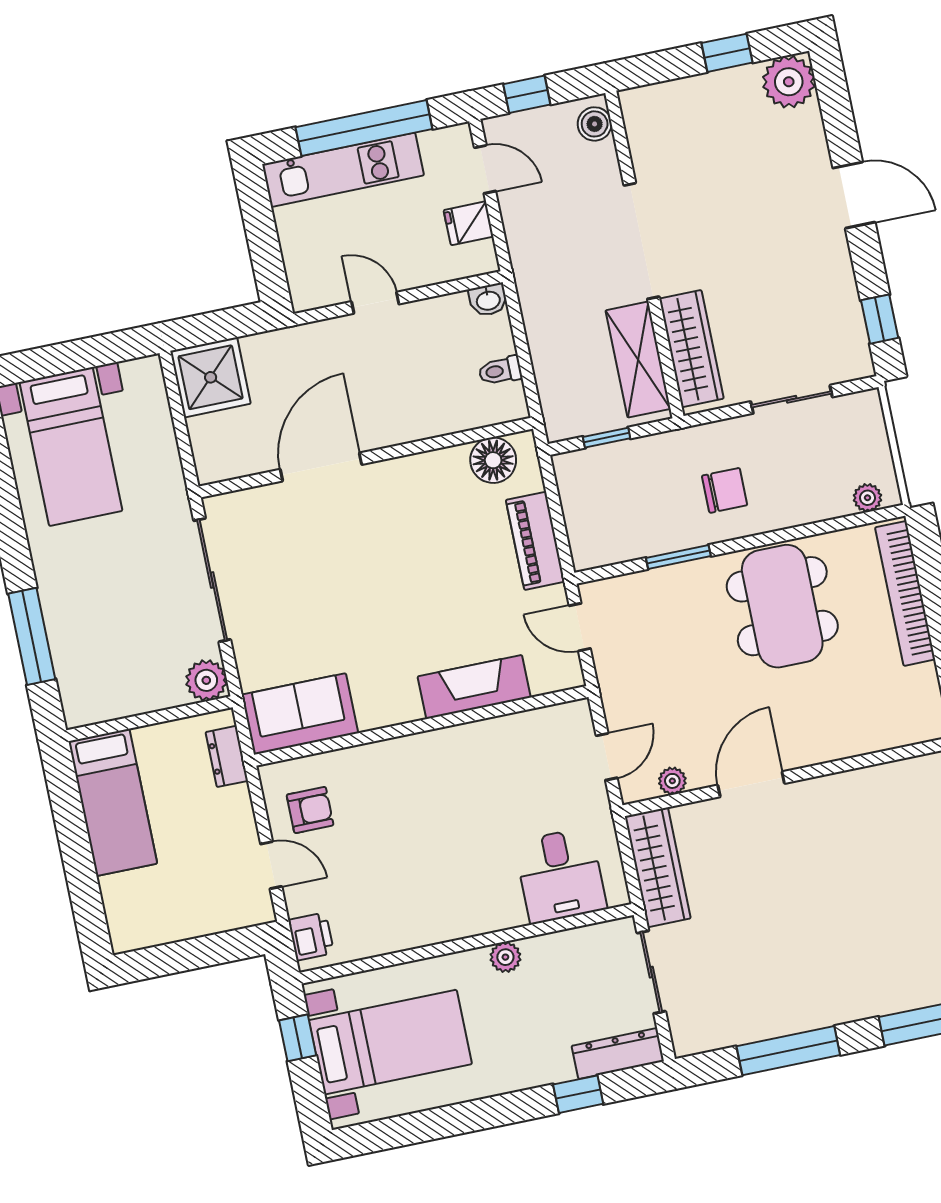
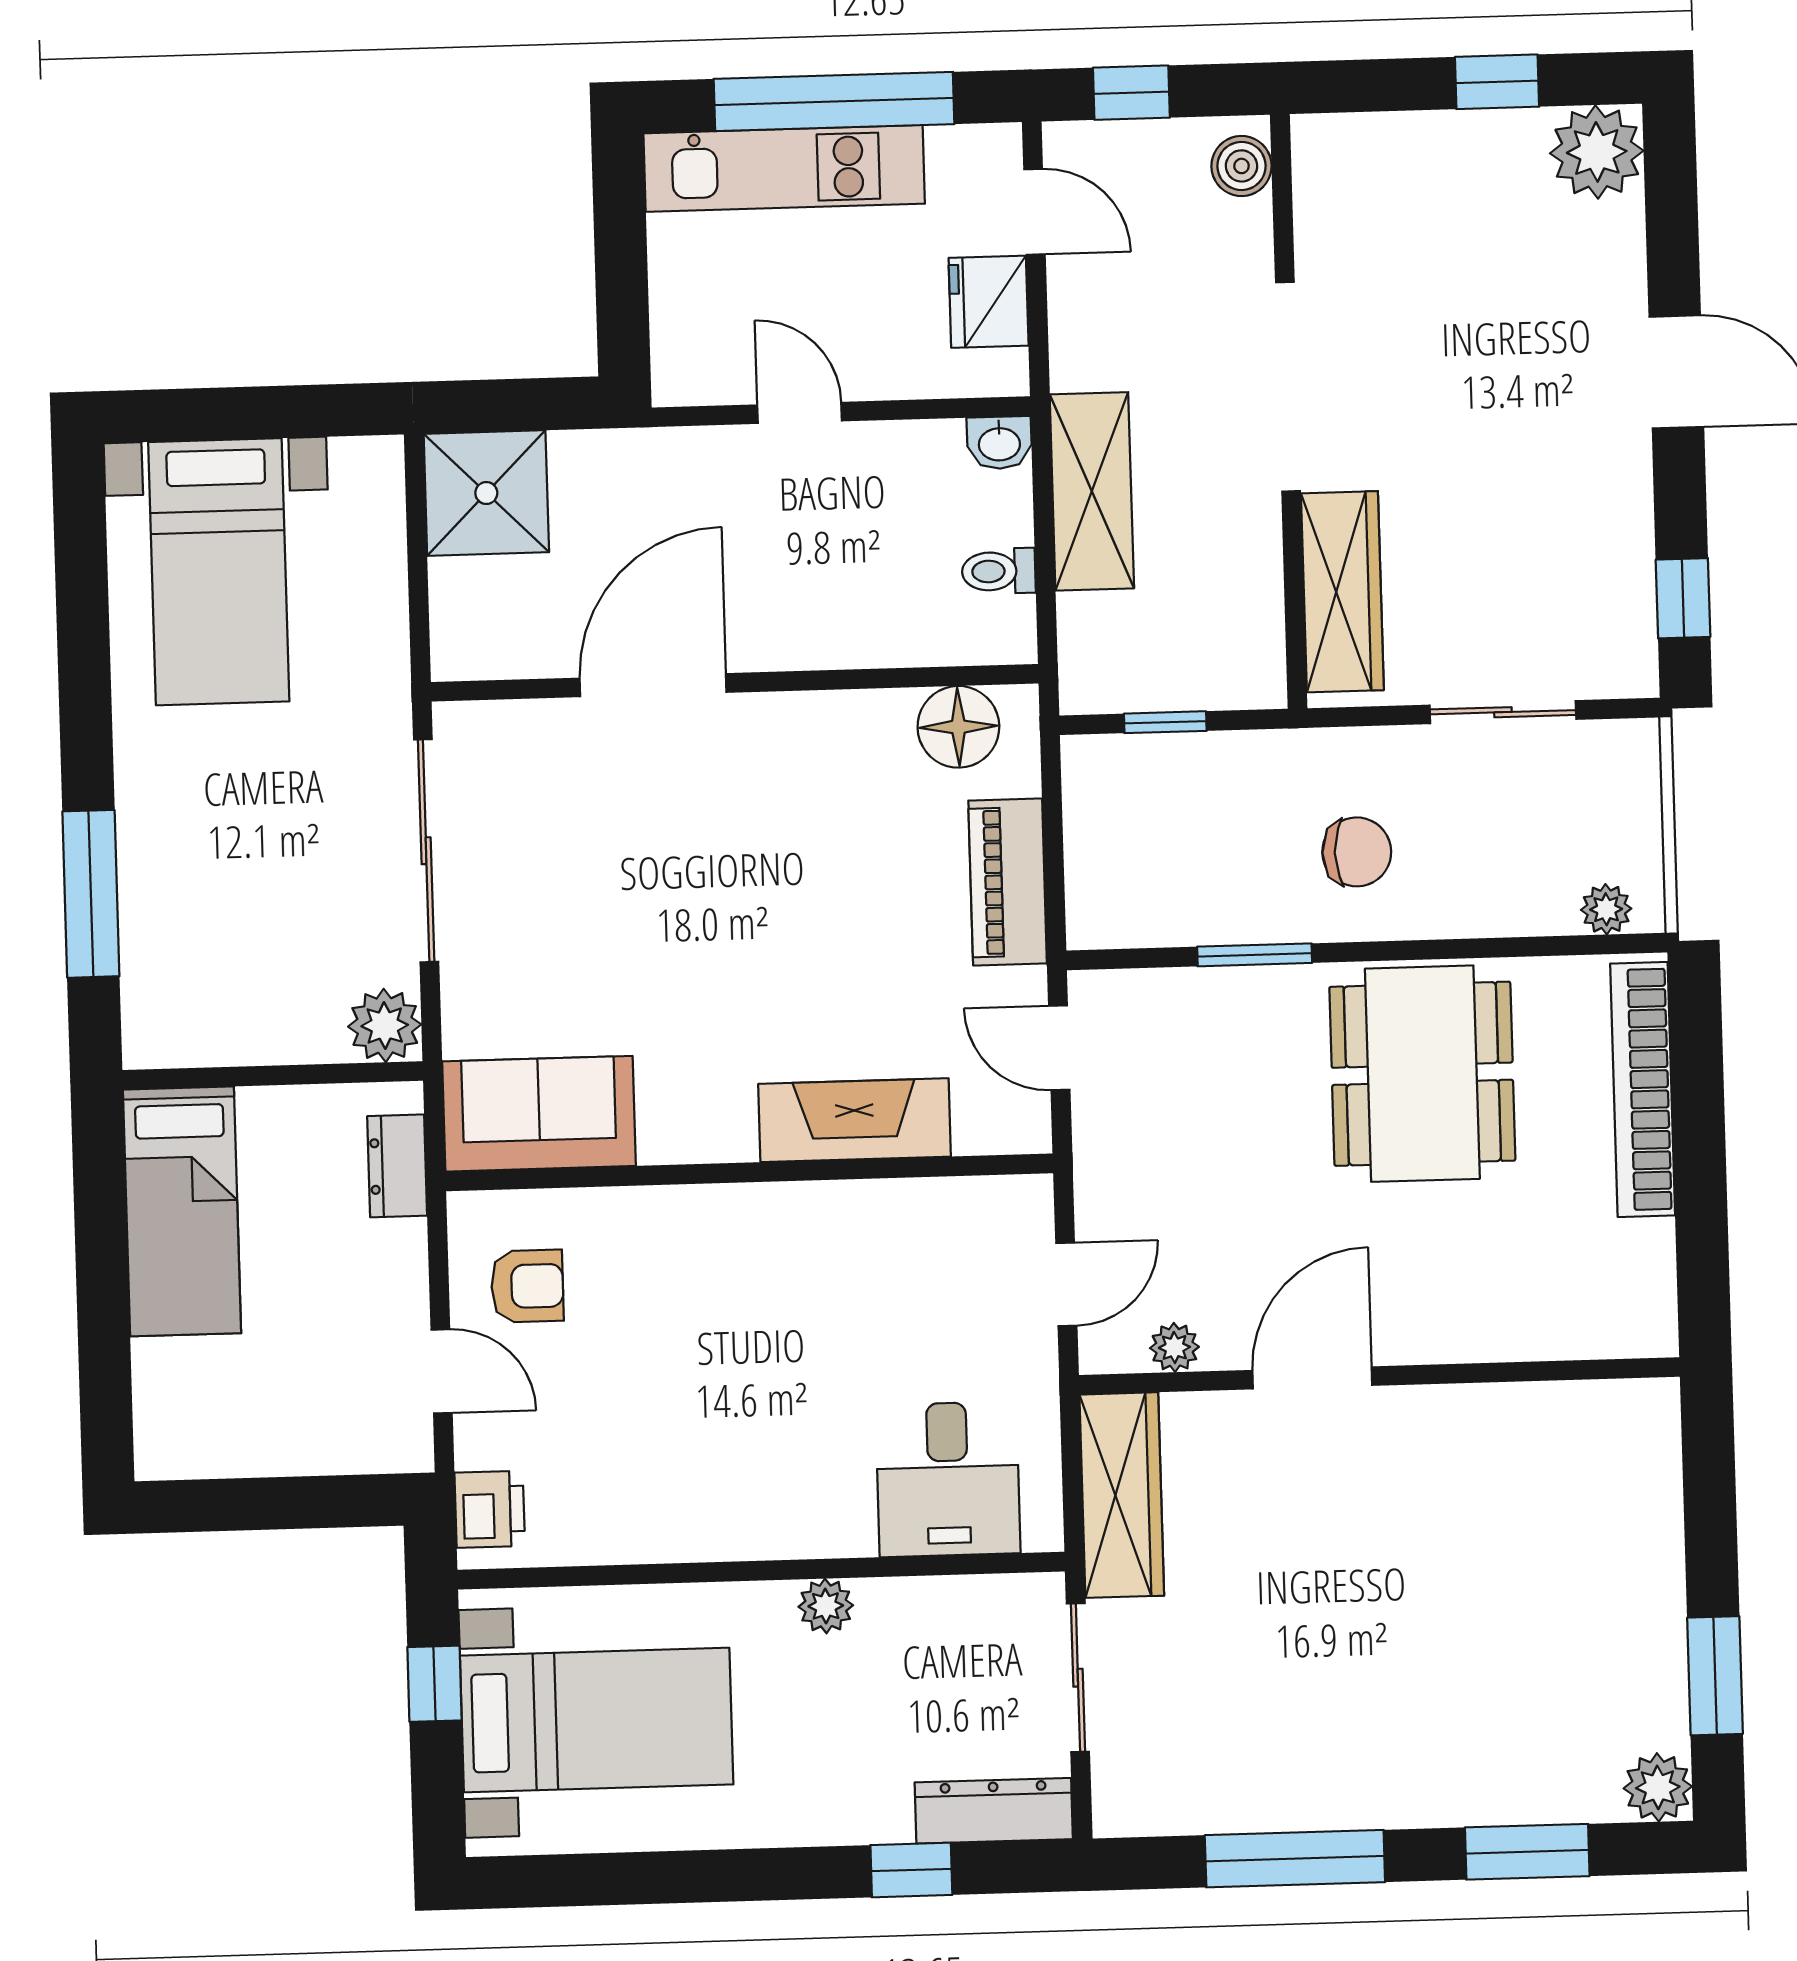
fridge: (468, 223) -> (989, 302), width x1.38
shelving: (638, 360) -> (1092, 491), moved

